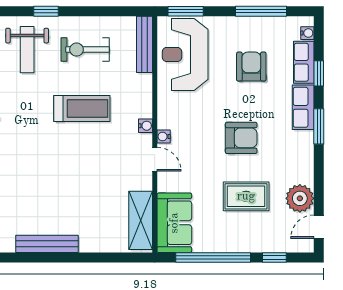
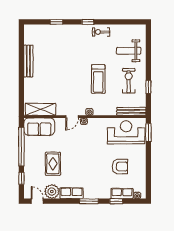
window: (46, 11) -> (148, 87), moved
window: (261, 11) -> (148, 171), removed
row of seats: (303, 107) -> (71, 193), moved
armchair: (241, 138) -> (83, 161), removed

